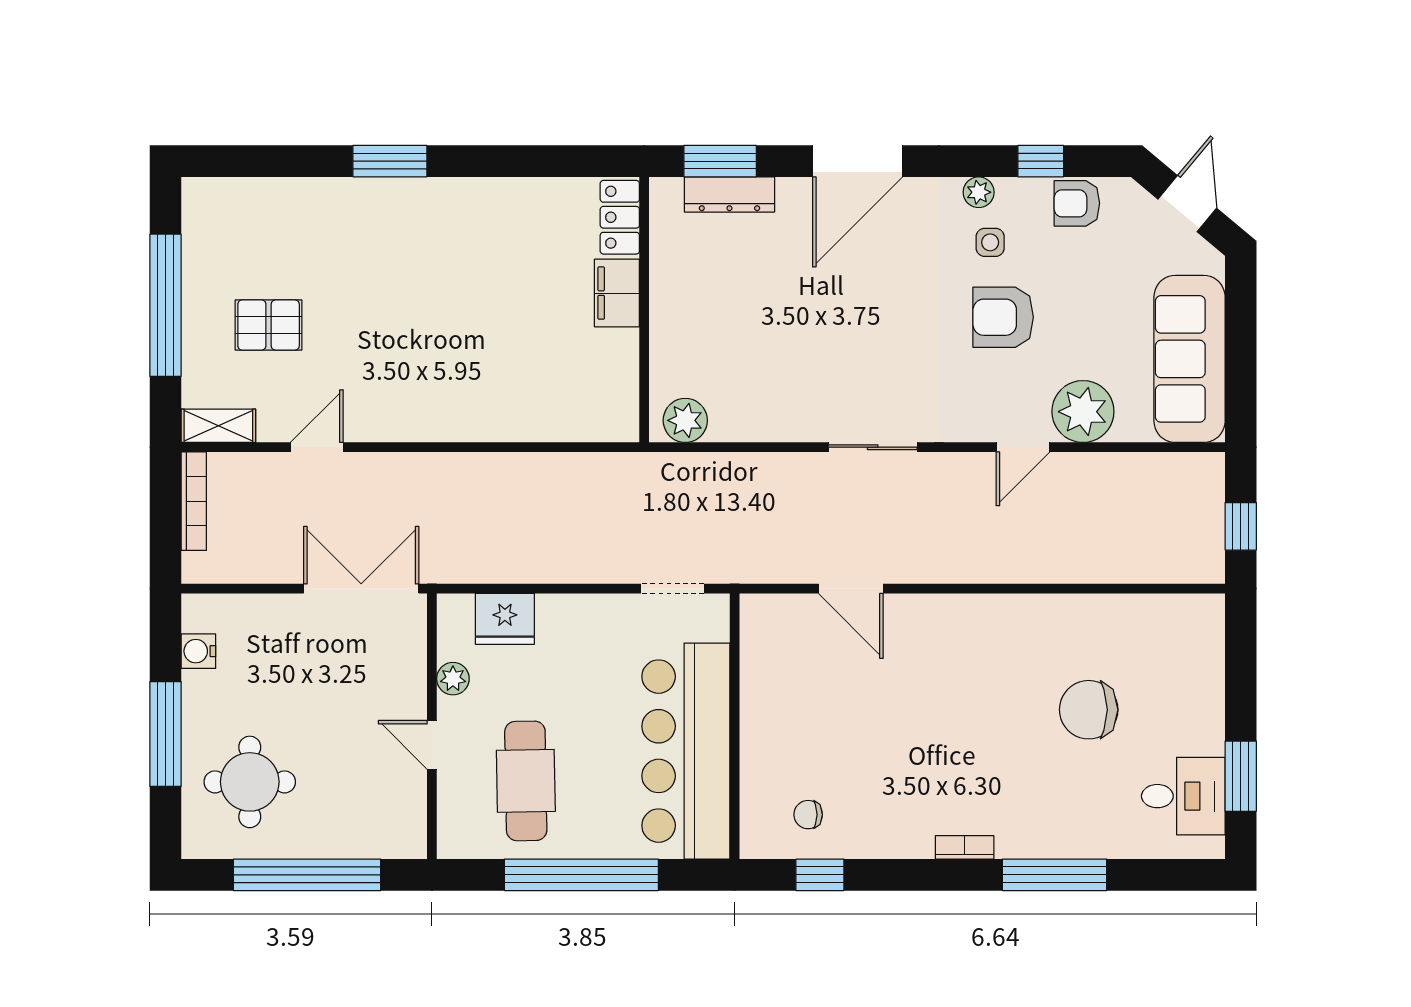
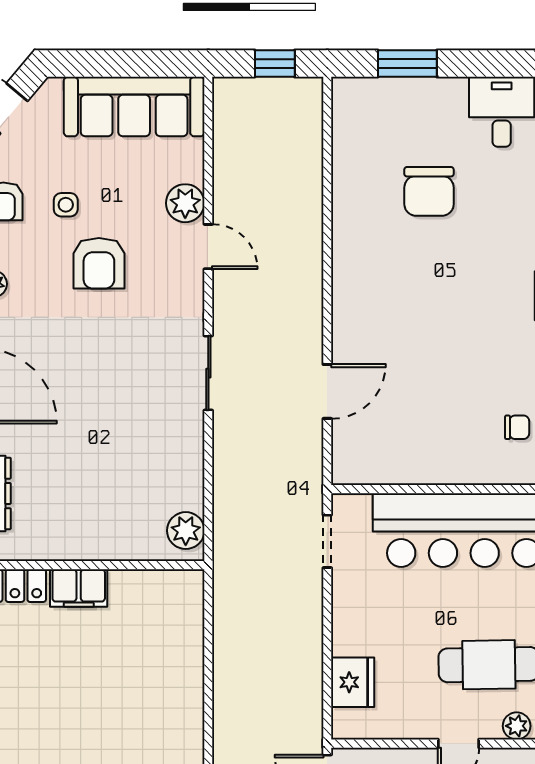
side table: (990, 242) -> (66, 205), moved
plant: (1083, 412) -> (185, 203), width x0.73, depth x0.73
plant: (453, 679) -> (517, 726), moved
window: (1241, 776) -> (407, 64), moved
chair: (808, 815) -> (517, 427), turned -90

